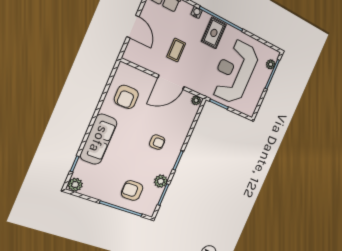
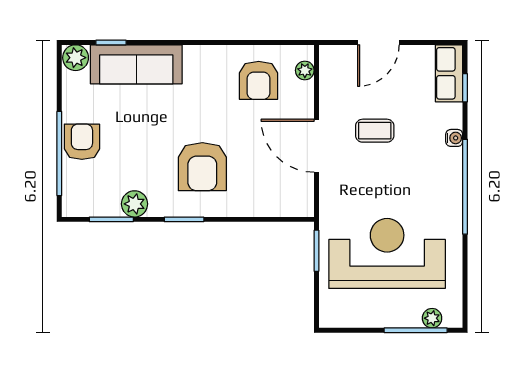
rug: (214, 33) -> (435, 184), removed
armchair: (126, 97) -> (259, 80), turned -90
plant: (196, 100) -> (305, 70), moved
sofa: (99, 139) -> (136, 64), moved
armchair: (157, 142) -> (202, 167), width x1.88, depth x1.88
armchair: (132, 190) -> (82, 142), moved

